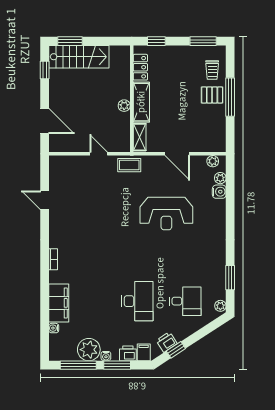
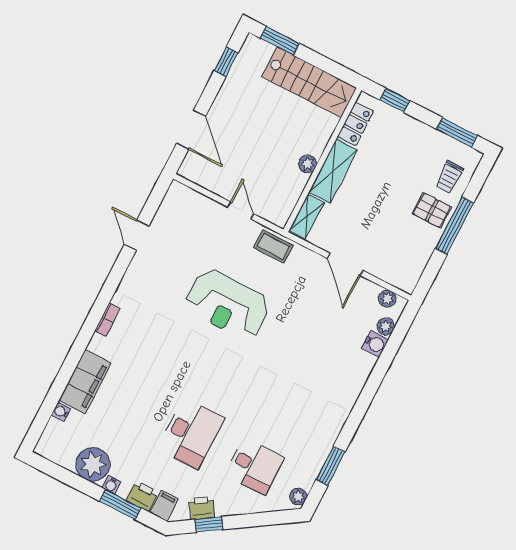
stairs: (79, 57) -> (309, 82), moved
reception desk: (166, 213) -> (228, 304), moved
window: (78, 365) -> (68, 478), removed

